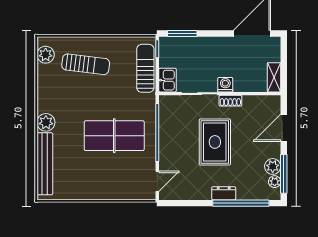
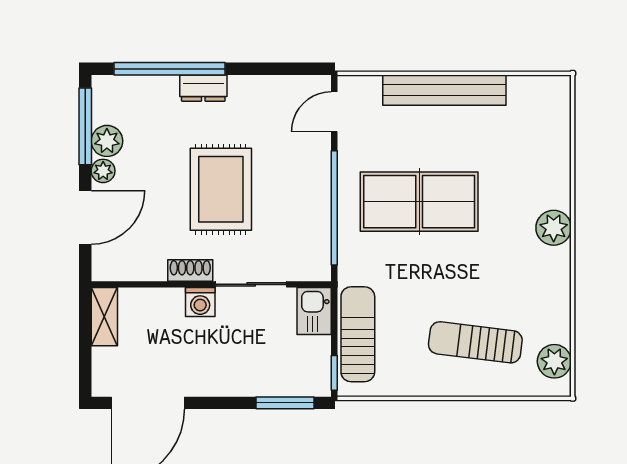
sun lounger: (145, 68) -> (358, 334), turned 180
bench: (45, 164) -> (444, 90), moved, turned 90
plant: (275, 182) -> (103, 171), moved

